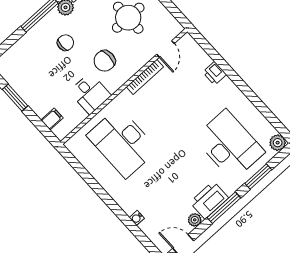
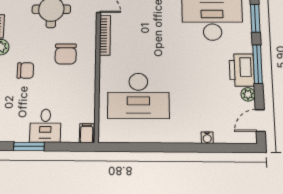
chair: (65, 43) -> (25, 70), turned 90
desk: (90, 94) -> (45, 126), moved, turned 90
filing cabinet: (52, 119) -> (87, 133), moved

